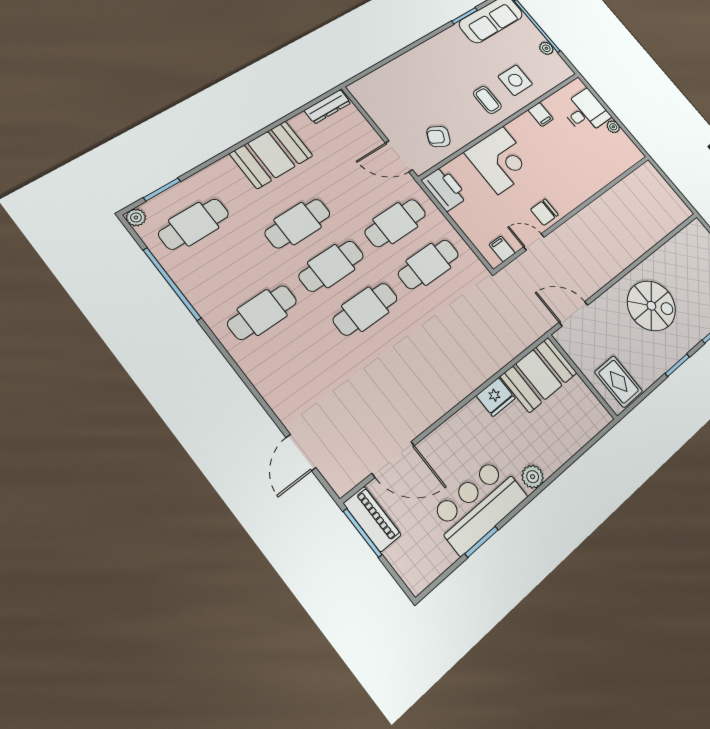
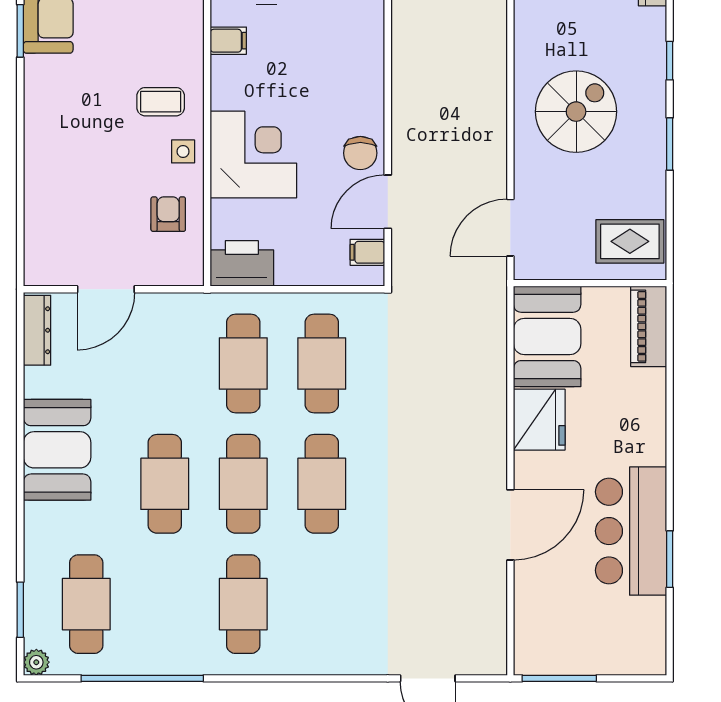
side table: (515, 80) -> (183, 151), moved, width x0.54, depth x0.54
armchair: (438, 137) -> (168, 214), turned 152
door: (399, 156) -> (106, 289), moved
door: (534, 242) -> (388, 202), width x1.38
fridge: (496, 397) -> (539, 420), width x1.36, depth x1.34
door: (393, 459) -> (510, 525), moved
plant: (533, 477) -> (650, 443), removed
piano: (372, 519) -> (649, 326), moved, turned -90

